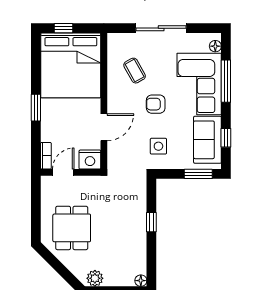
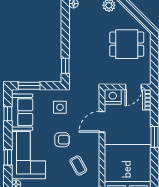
window: (226, 81) -> (8, 157), width x0.46
window: (151, 222) -> (65, 66), moved
dining table: (72, 228) -> (127, 44), turned 90

